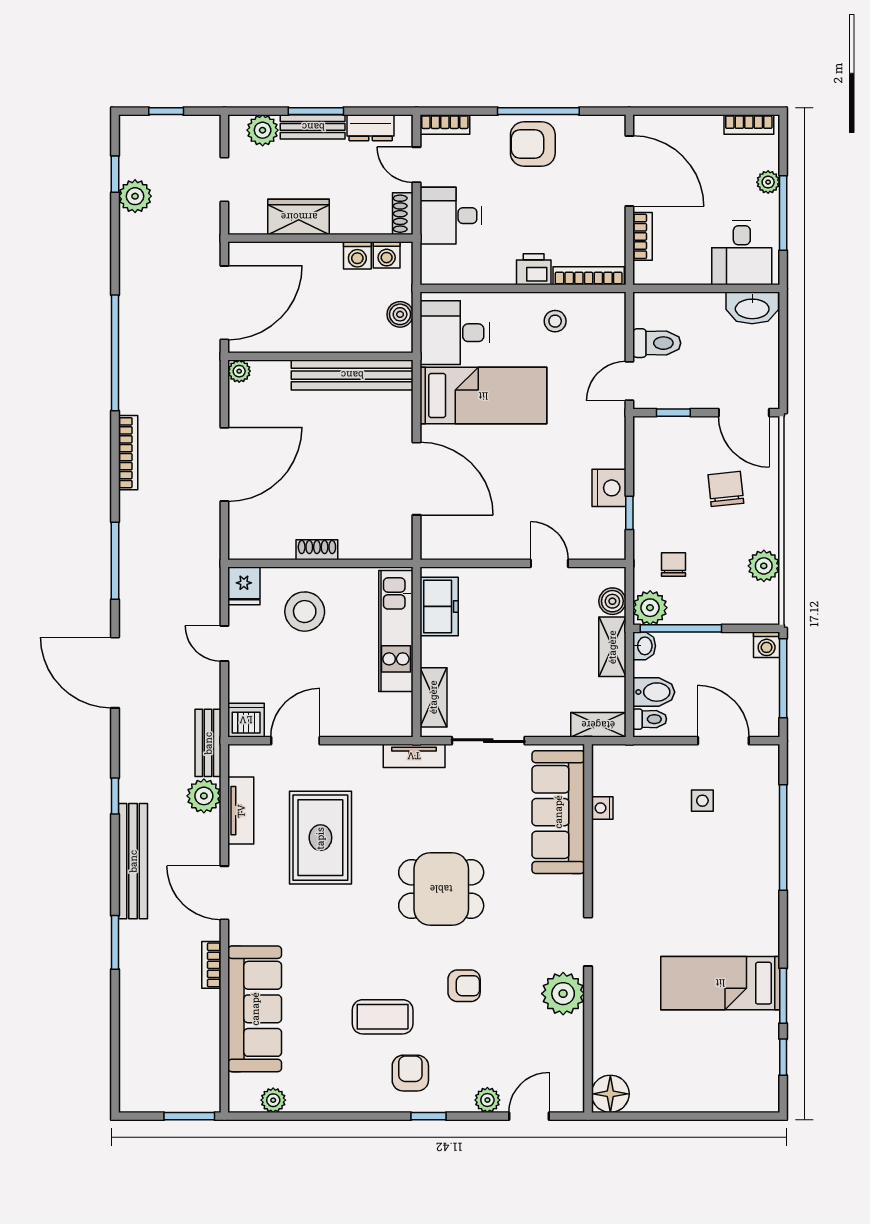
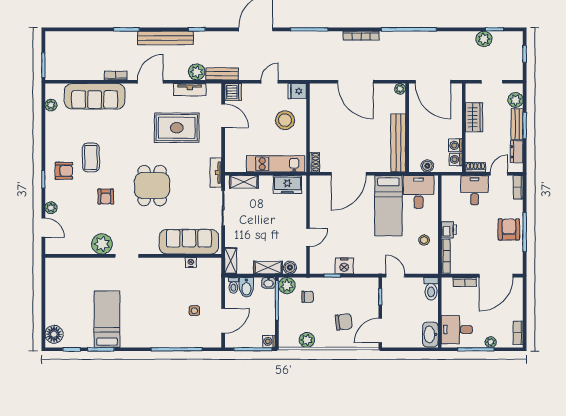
toilet: (657, 343) -> (431, 289), moved
shoe rack: (317, 550) -> (315, 162), moved
floor lamp: (610, 1094) -> (54, 334), moved

